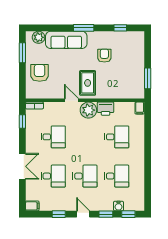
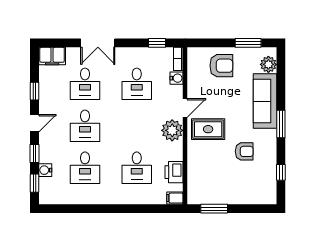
water cooler: (49, 107) -> (177, 78), added
printer: (106, 109) -> (174, 172), moved
filing cabinet: (32, 206) -> (52, 56), width x2.00

